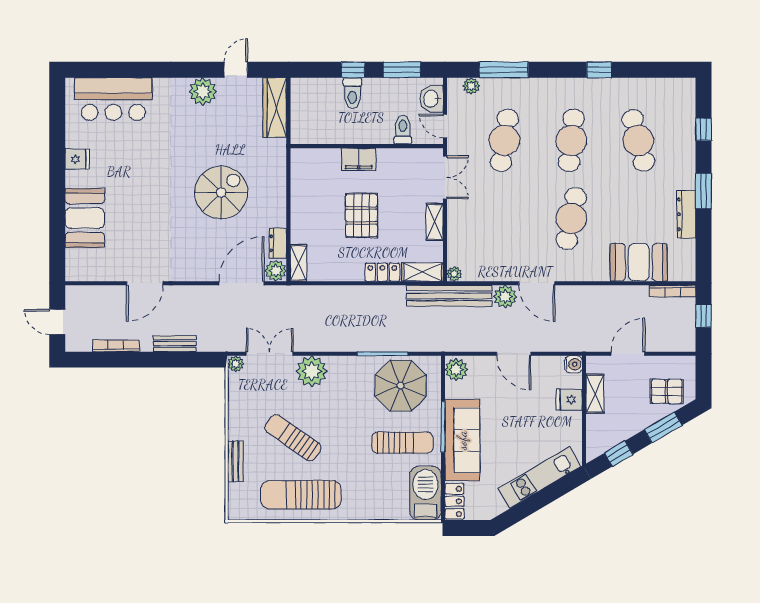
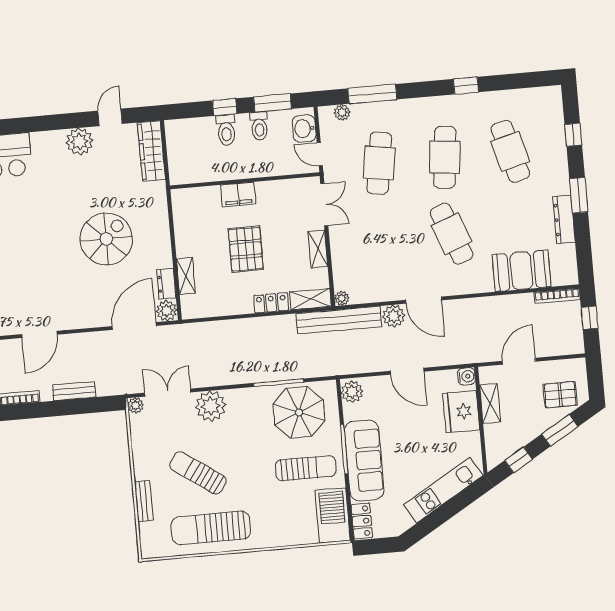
toilet: (403, 130) -> (259, 126), moved, turned 180
cafe table: (571, 218) -> (452, 234), turned -33
shelving: (298, 263) -> (186, 276), moved
fridge: (569, 400) -> (461, 412), width x1.88, depth x1.34

